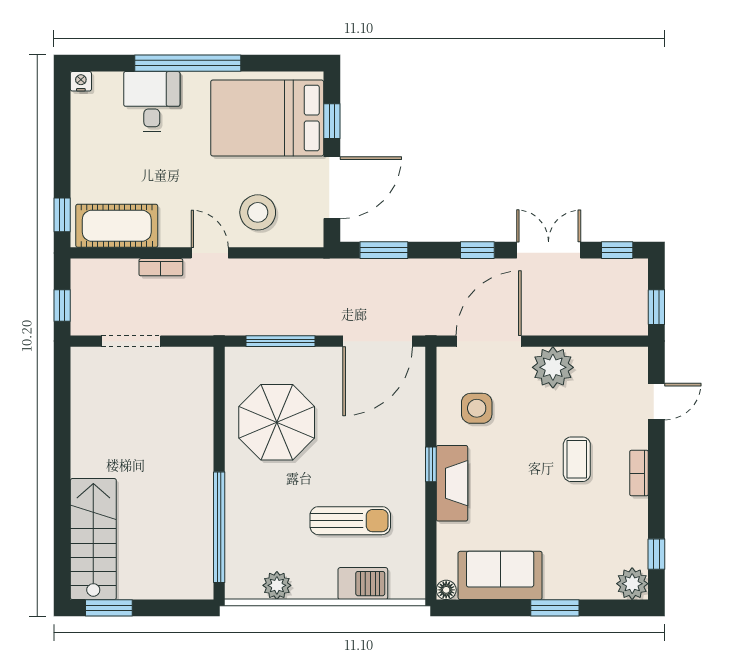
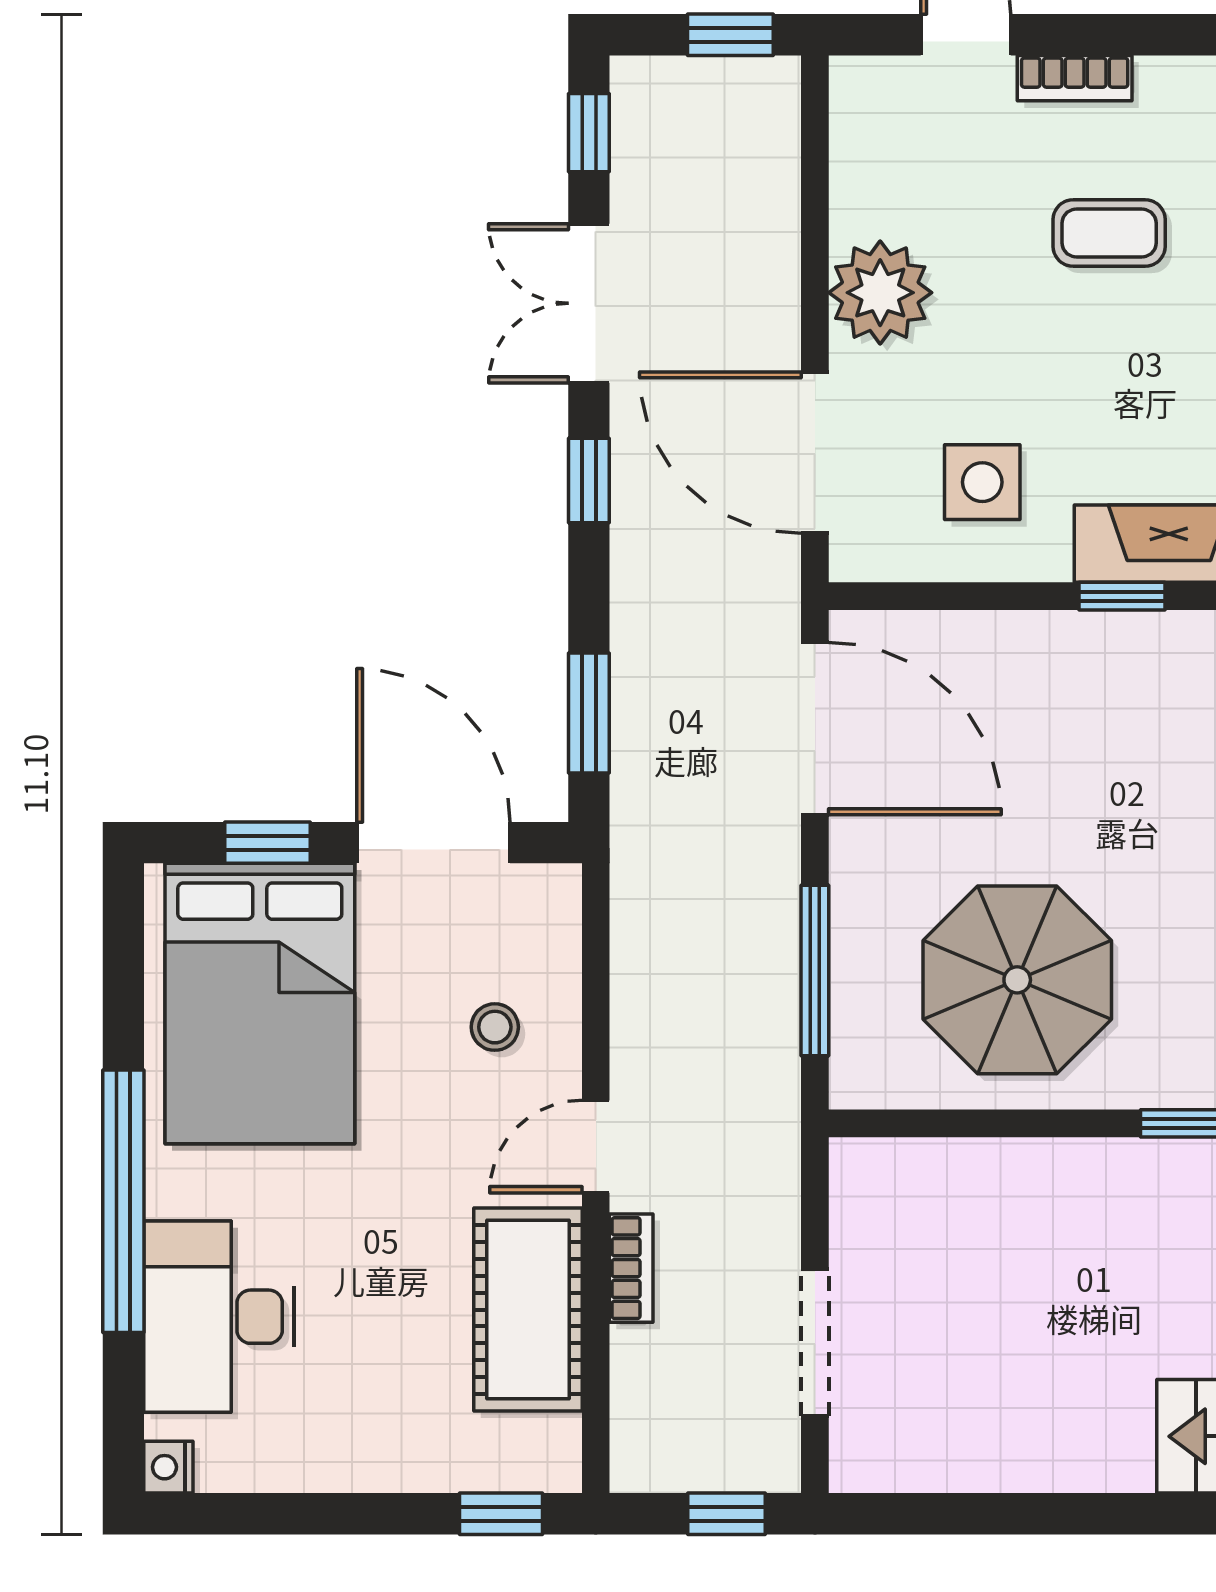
desk: (152, 102) -> (219, 1317), width x1.37
stool: (258, 212) -> (495, 1027), width x0.53, depth x0.53
cot: (117, 226) -> (528, 1310), moved
bookcase: (639, 473) -> (1075, 78), moved

